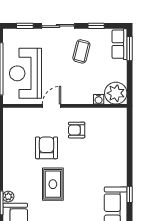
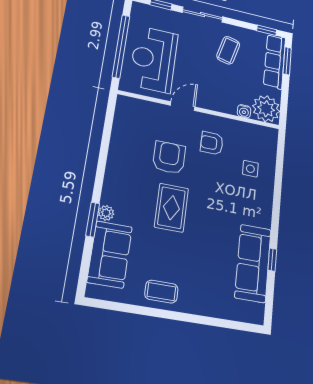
window: (96, 26) -> (267, 30), moved
row of seats: (119, 44) -> (275, 61), width x1.48
side table: (108, 144) -> (250, 169), added
window: (130, 194) -> (272, 260), moved

